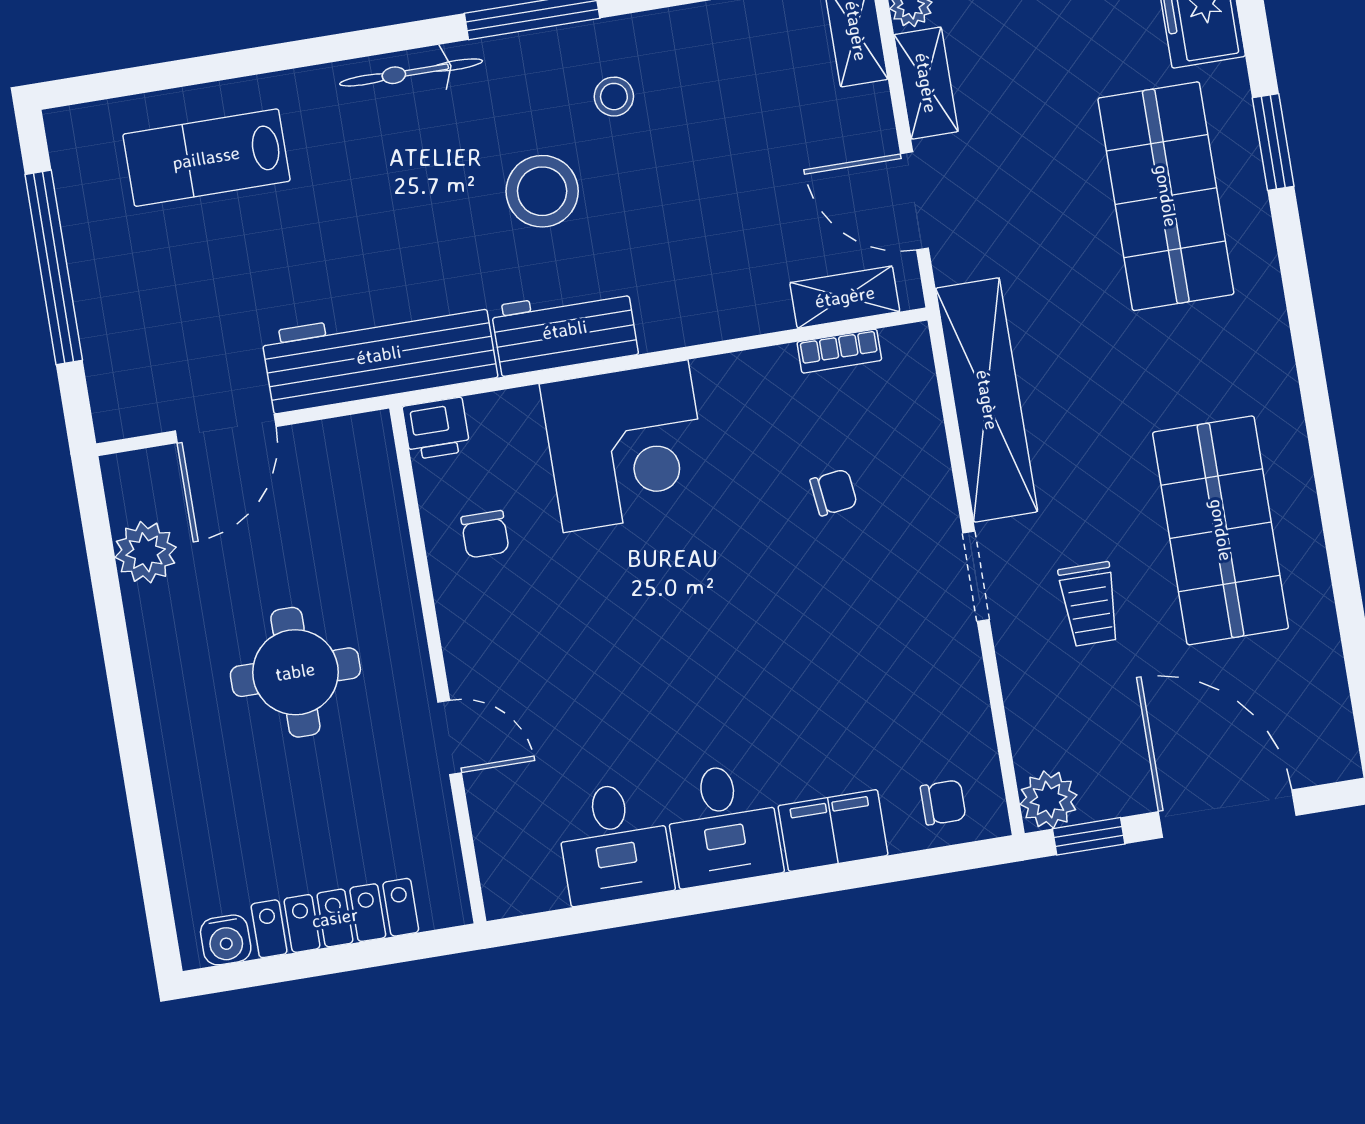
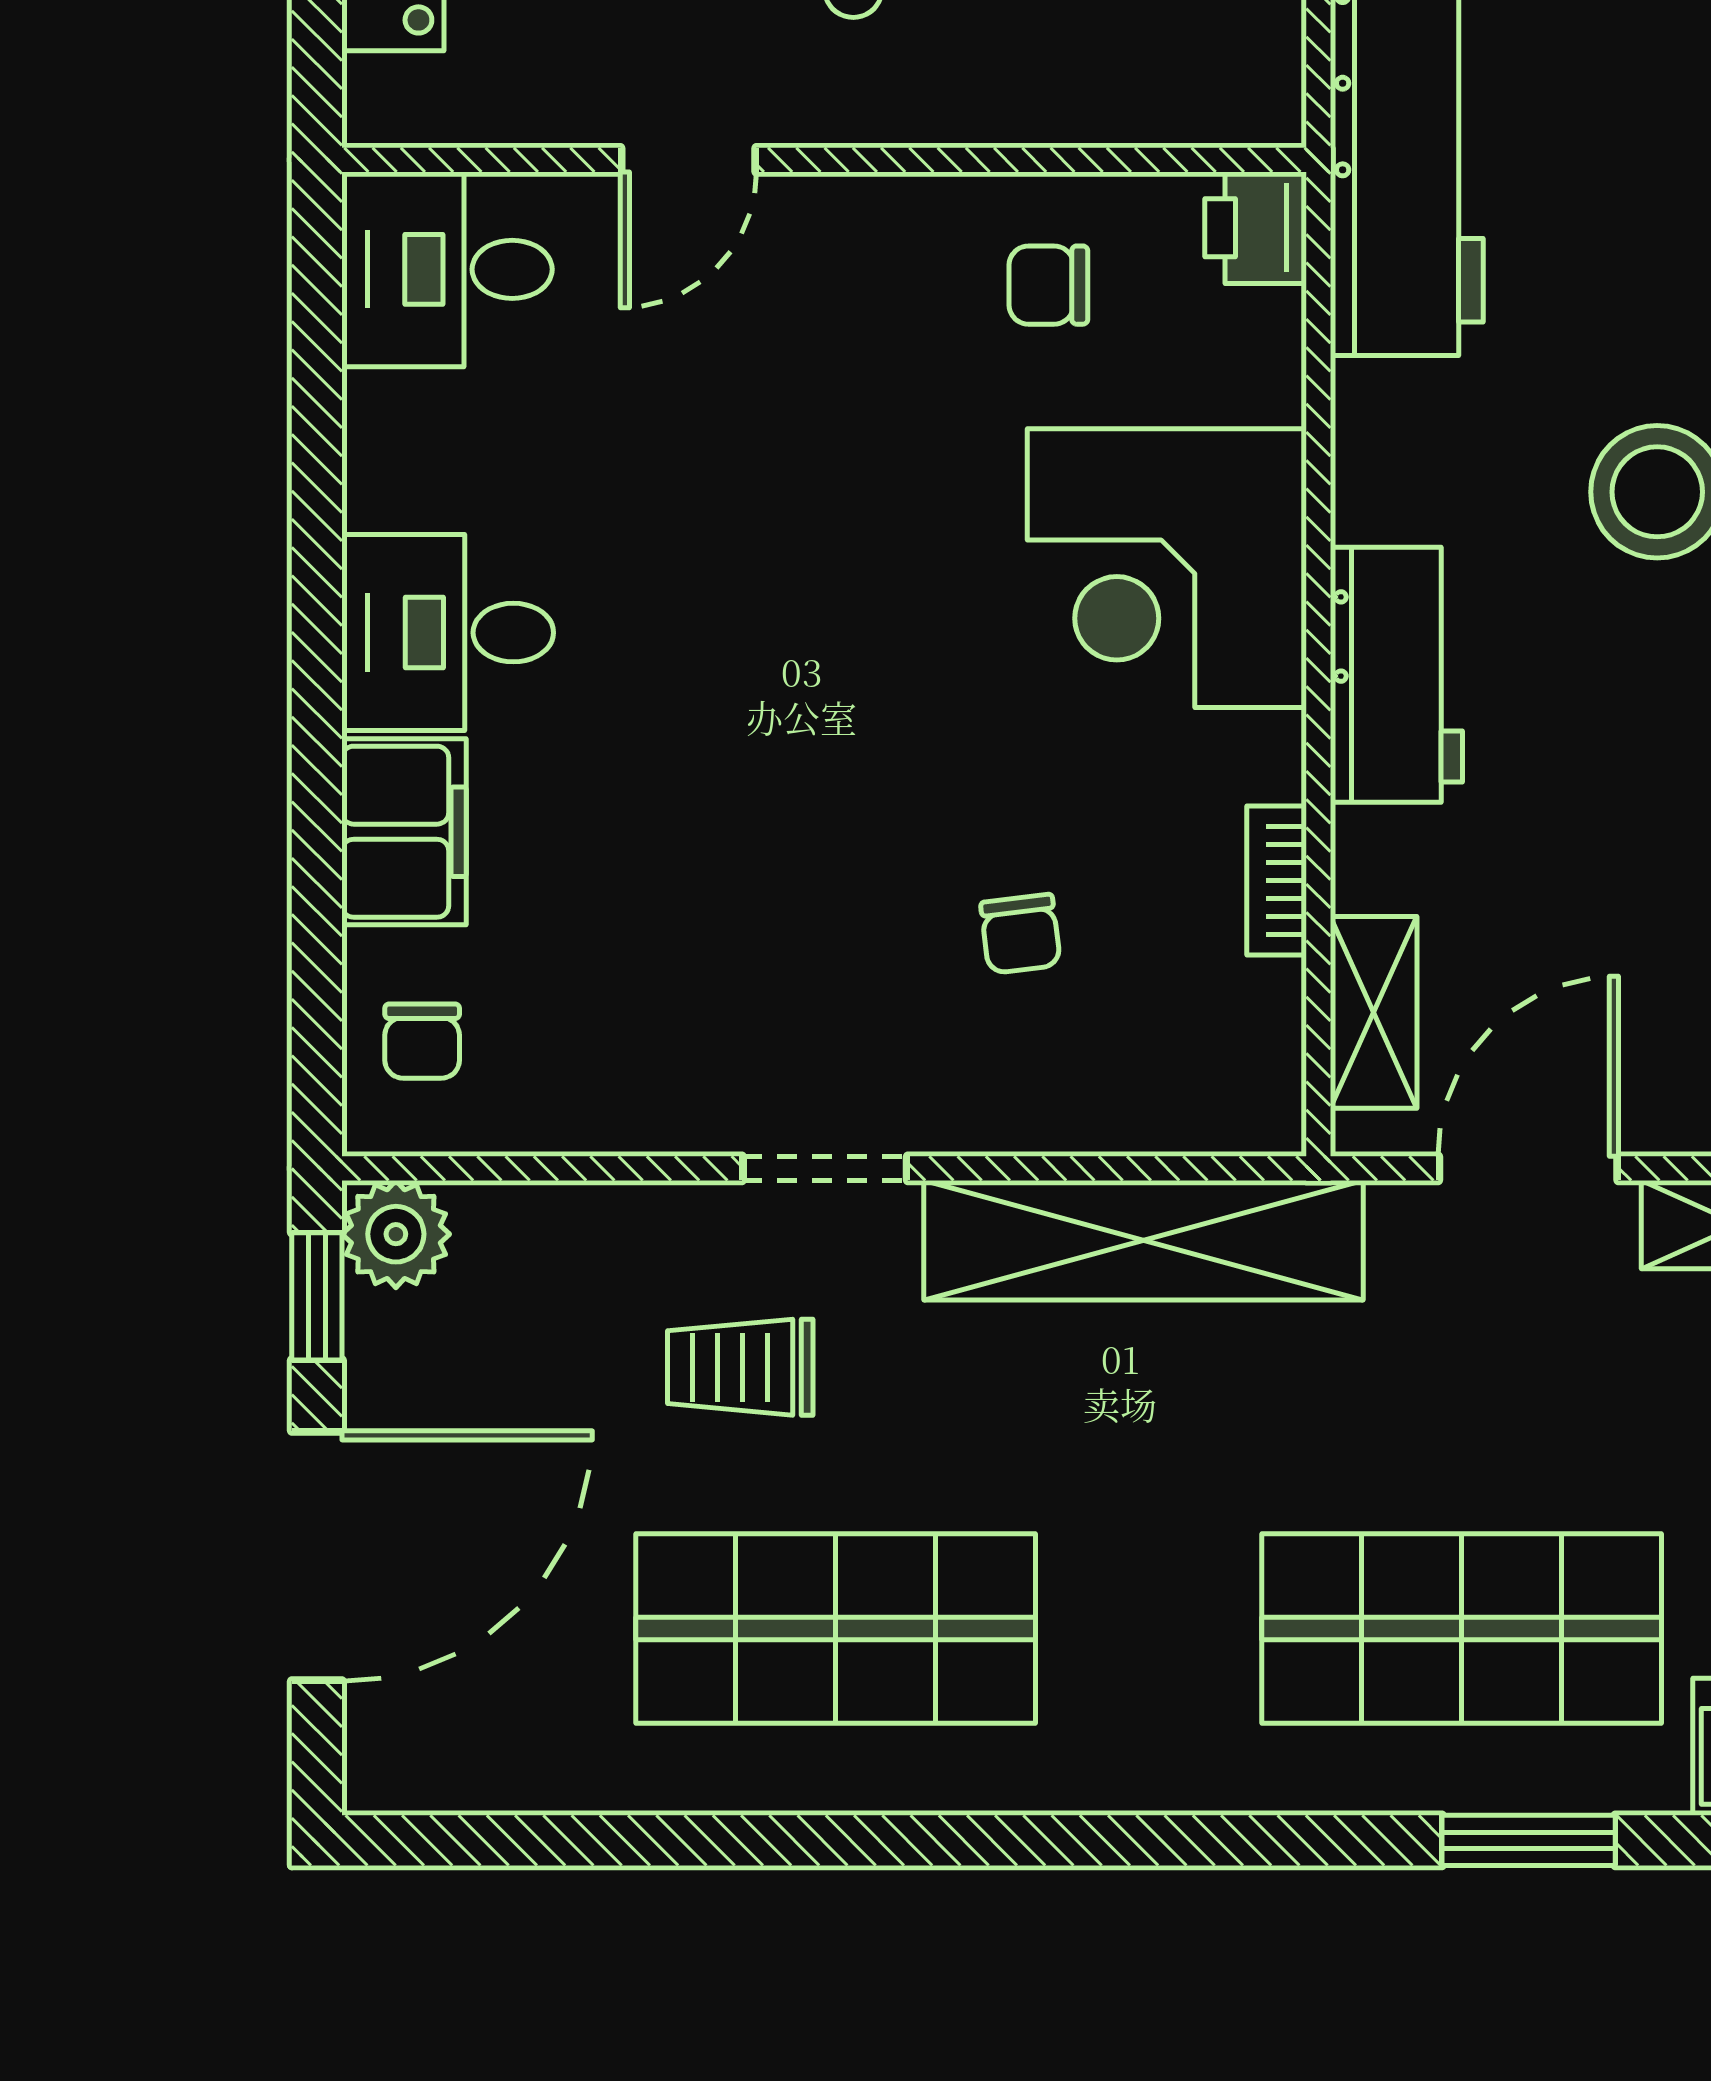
workbench: (565, 330) -> (1396, 675), moved
bookcase: (839, 351) -> (1277, 880), moved
desk: (614, 843) -> (447, 269), moved

